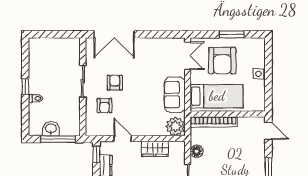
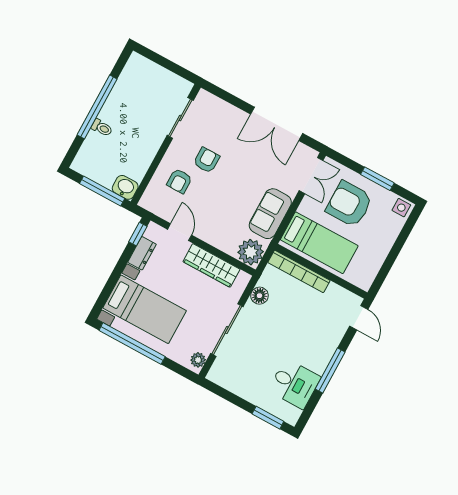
double door: (114, 34) -> (277, 124), moved
armchair: (222, 61) -> (349, 204), turned 90
side table: (258, 74) -> (401, 208), moved
sliding door: (83, 81) -> (180, 118), moved
window: (25, 87) -> (97, 107), width x3.17
washbasin: (51, 129) -> (125, 187), moved
wardrobe: (155, 149) -> (211, 265), width x1.50

